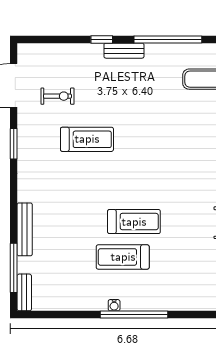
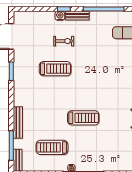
water cooler: (95, 51) -> (60, 16), added
exercise bike: (57, 96) -> (64, 41), moved
treadmill: (123, 257) -> (52, 147), moved

